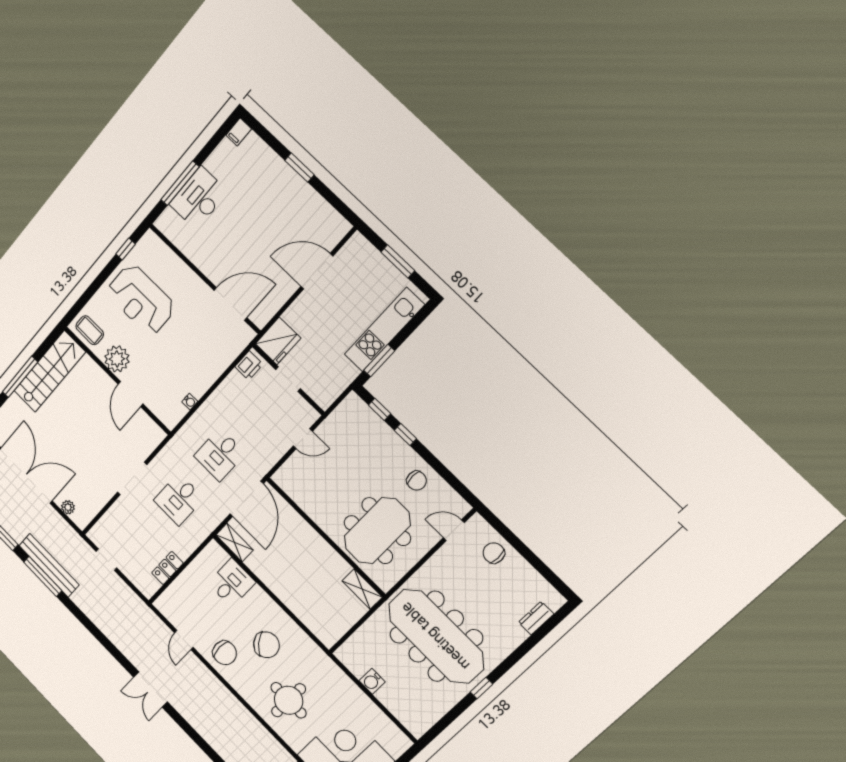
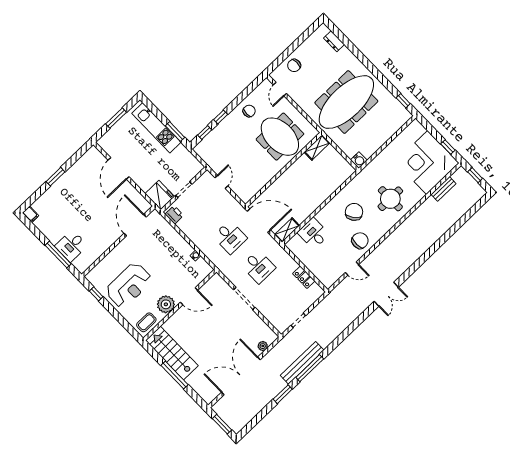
desk: (199, 198) -> (71, 246), width x0.73
water cooler: (372, 681) -> (359, 160), moved
window: (481, 688) -> (403, 101), moved

